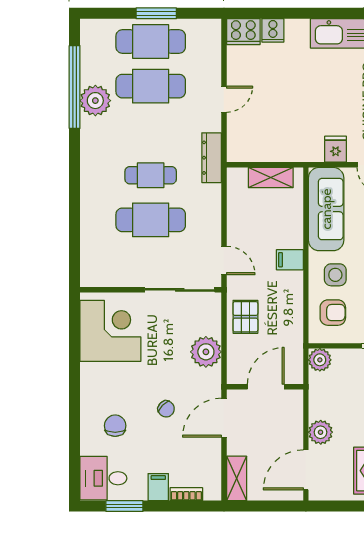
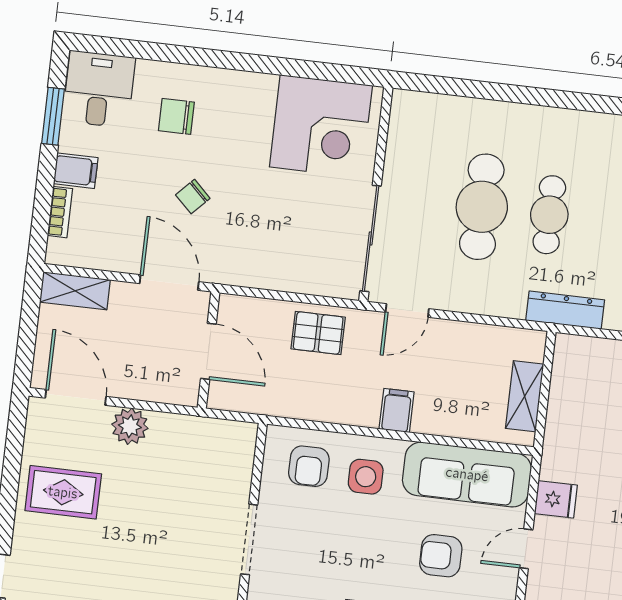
plant: (206, 352) -> (272, 267), removed
plant: (320, 360) -> (240, 438), removed
chair: (115, 426) -> (176, 116), turned 180

